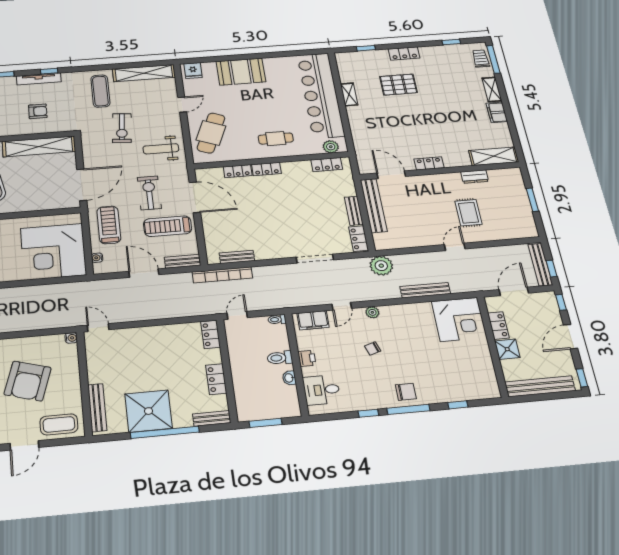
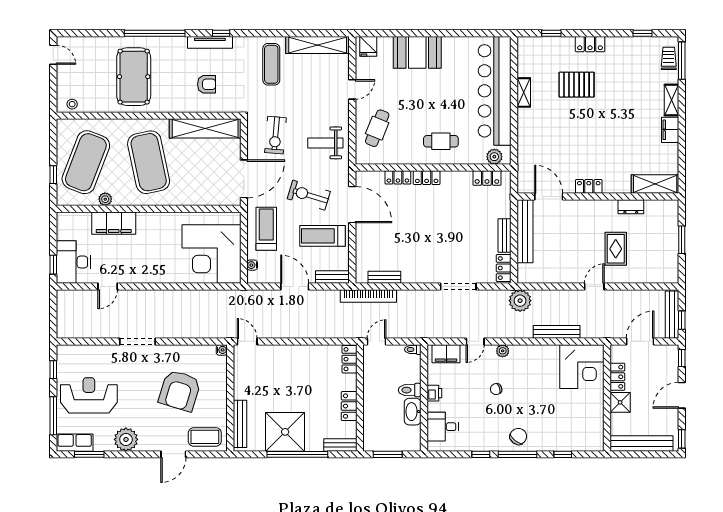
exercise bike: (122, 128) -> (275, 135), moved
cafe table: (211, 133) -> (377, 128), width x0.73, depth x0.74
exercise bike: (149, 193) -> (309, 195), turned -73
washbasin: (289, 378) -> (413, 412), width x1.91, depth x1.45
chair: (406, 392) -> (518, 436), turned -52

